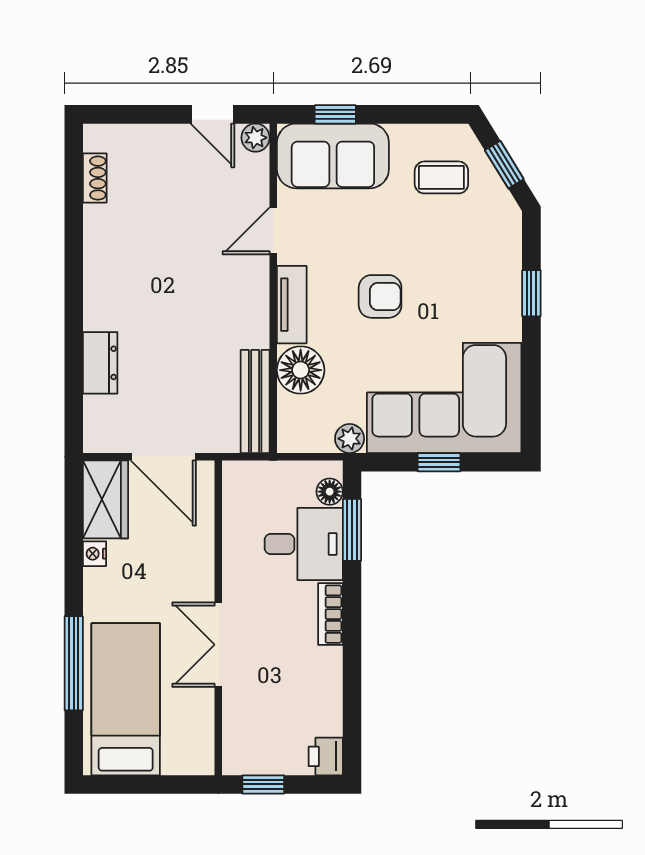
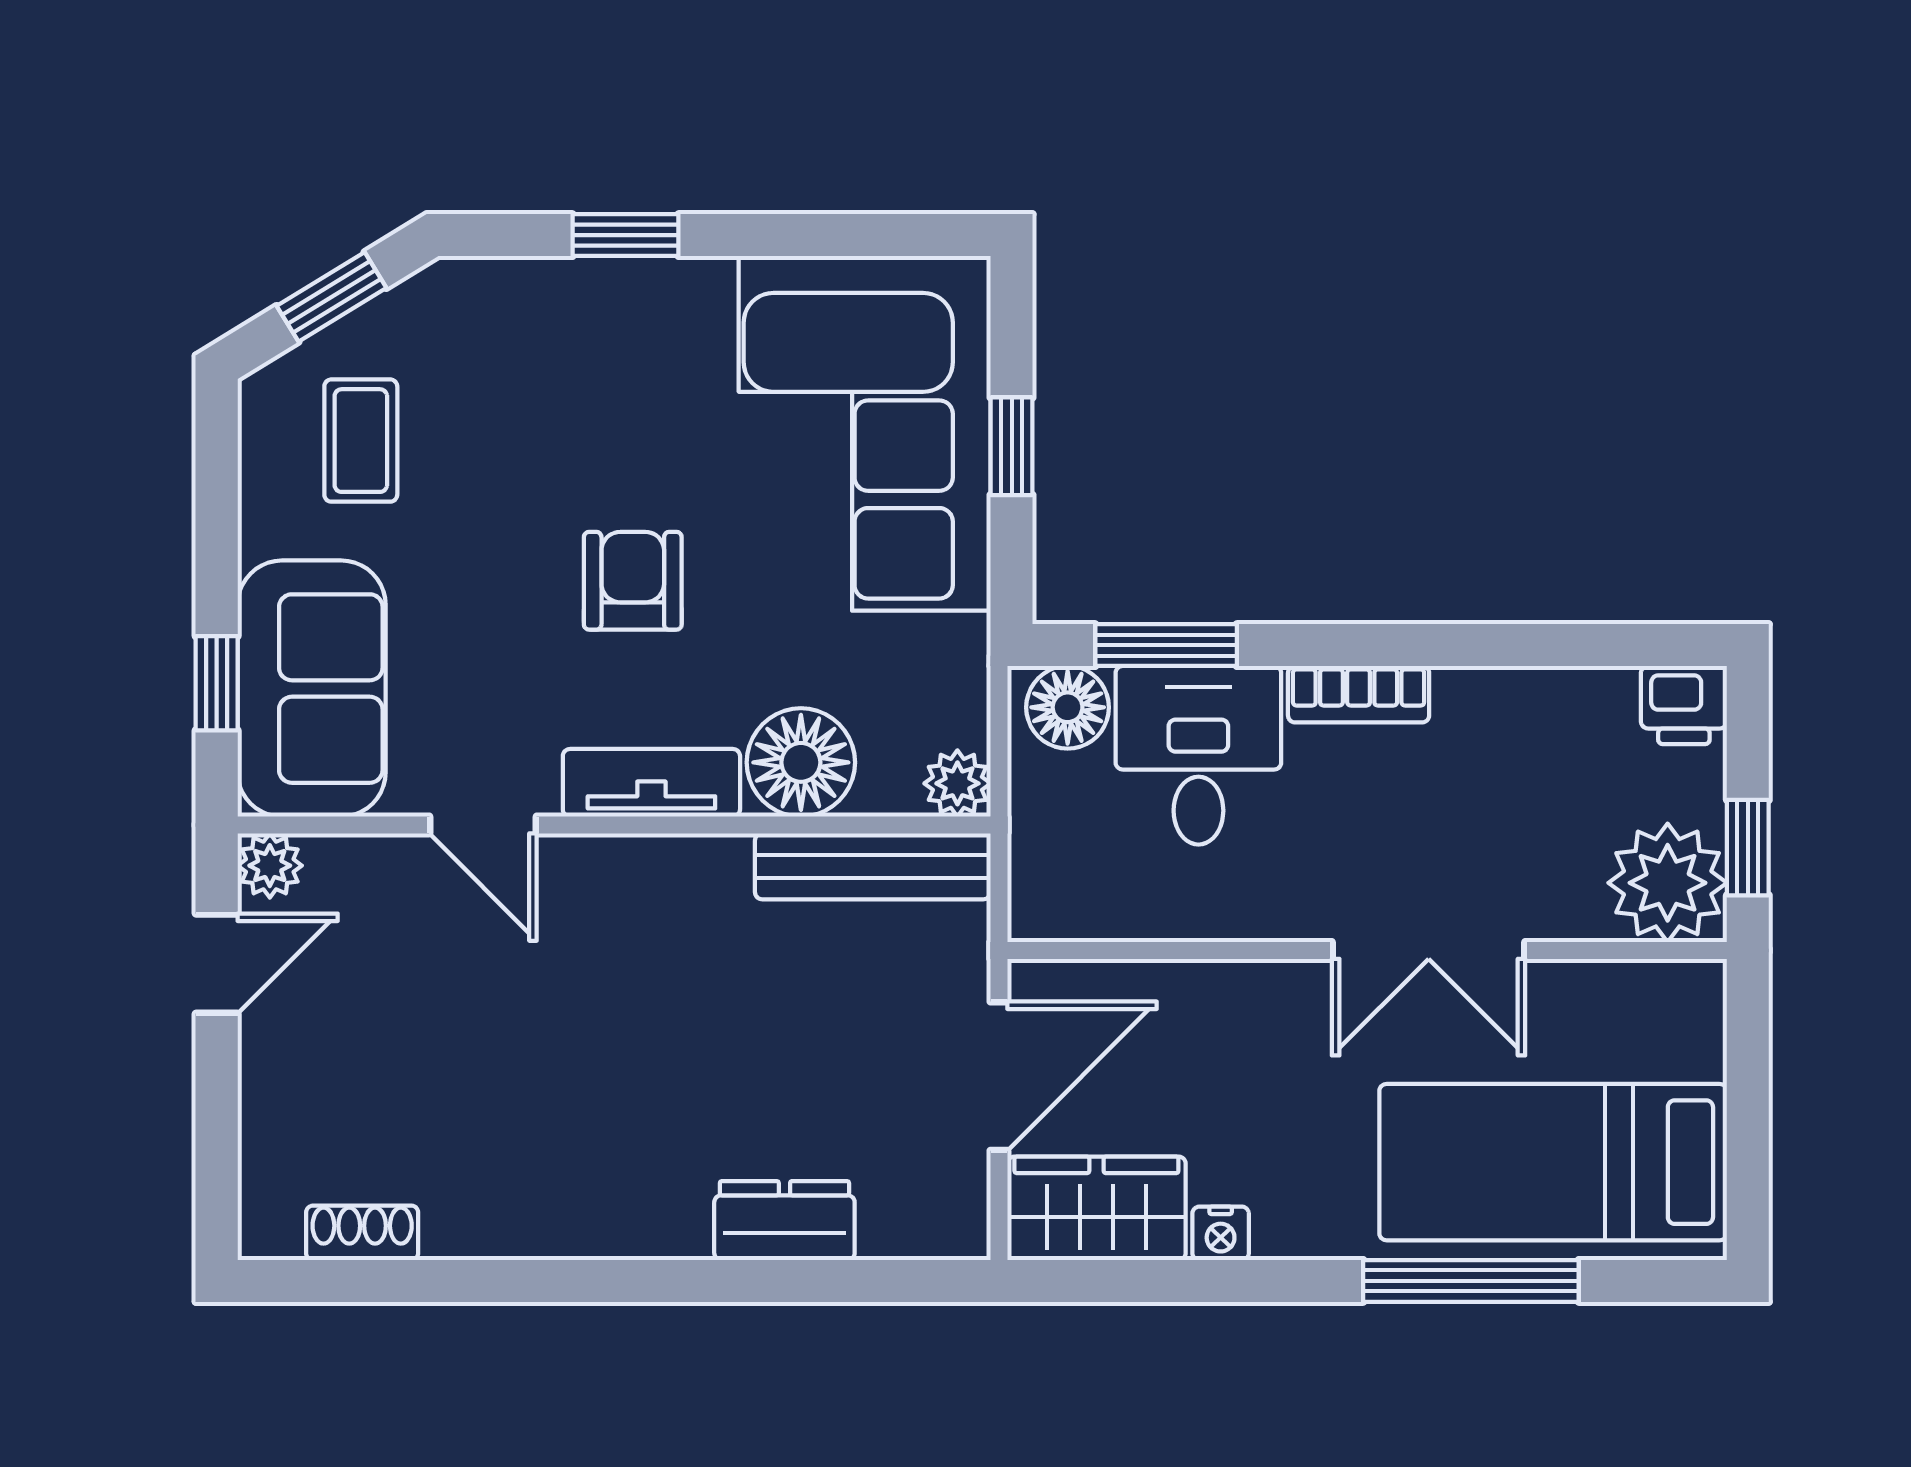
plant: (350, 439) -> (957, 783), moved
floor lamp: (330, 492) -> (1068, 707), width x1.37, depth x1.37
plant: (248, 749) -> (1668, 883), added

